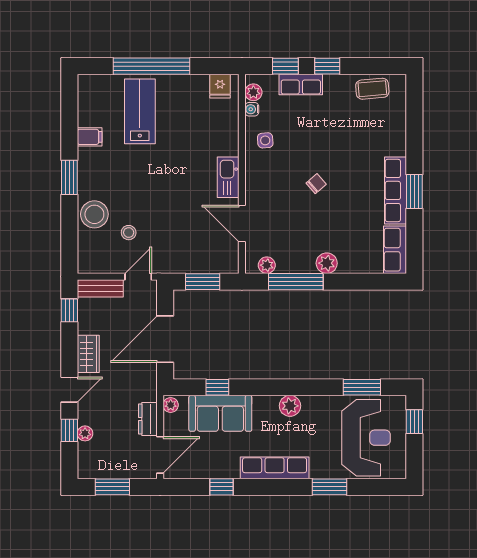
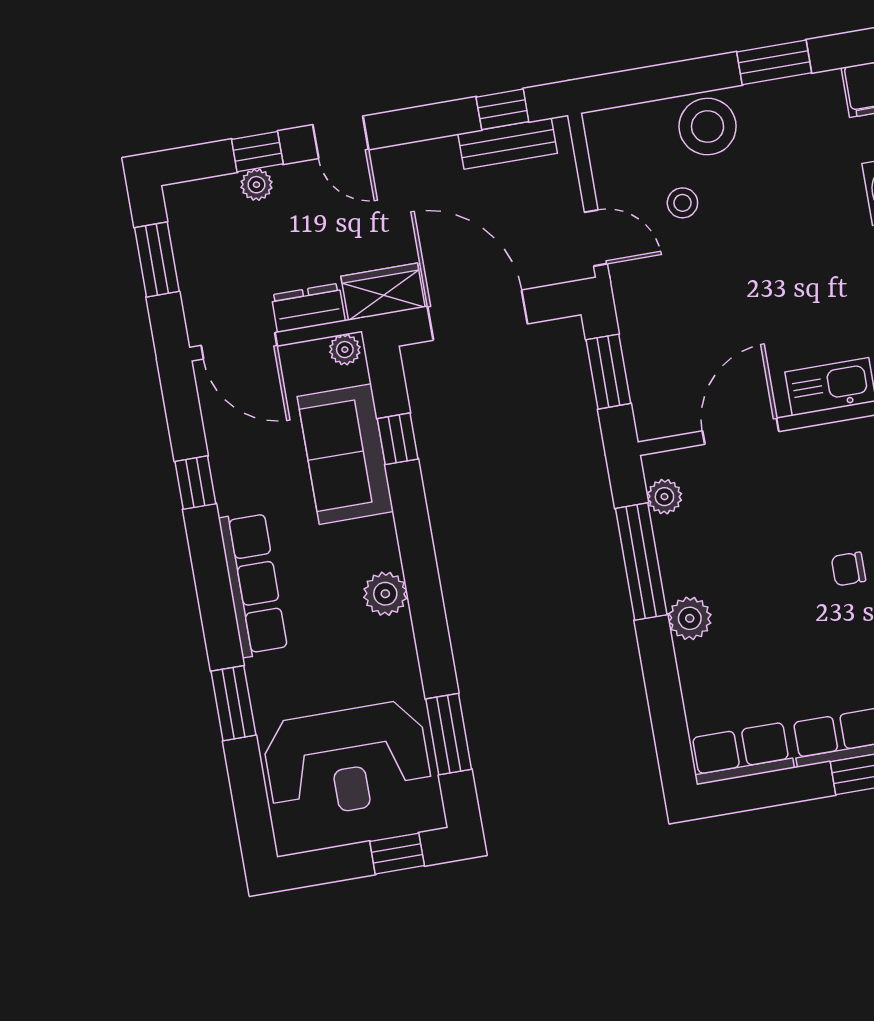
chair: (316, 184) -> (848, 569), turned 131
bench: (100, 288) -> (508, 144), moved, turned 90
wardrobe: (88, 354) -> (383, 292), moved, turned 180

